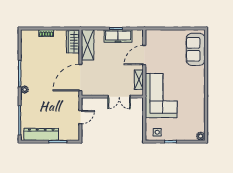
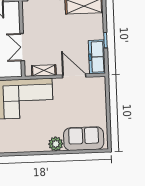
freezer: (118, 36) -> (97, 57), moved
plant: (199, 72) -> (56, 144), added

